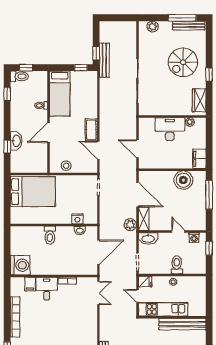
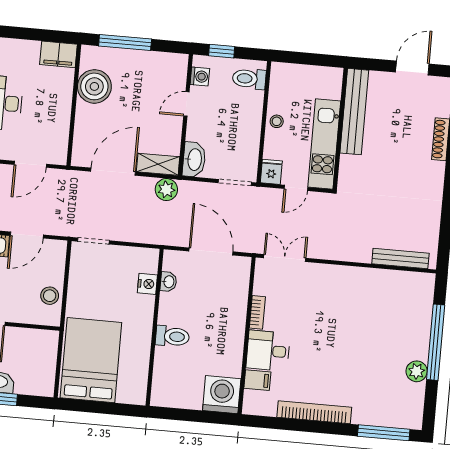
toilet: (177, 265) -> (249, 79), moved

